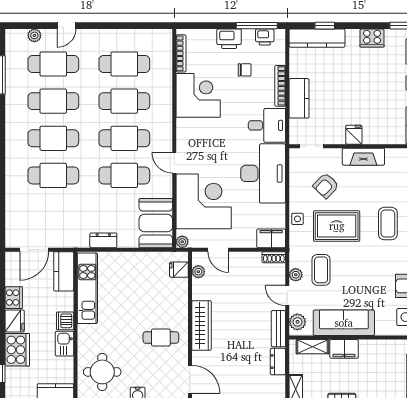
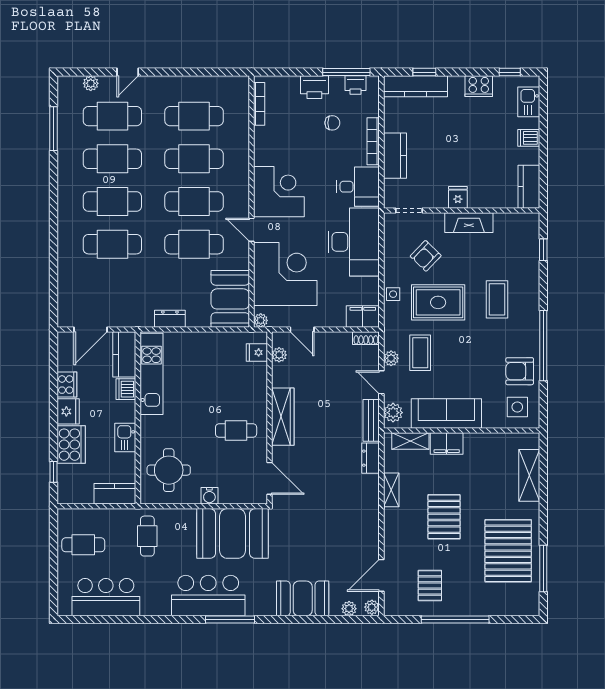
corner desk: (198, 95) -> (279, 192), moved
dishwasher: (65, 321) -> (126, 389), moved

